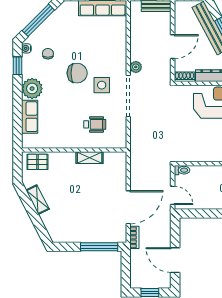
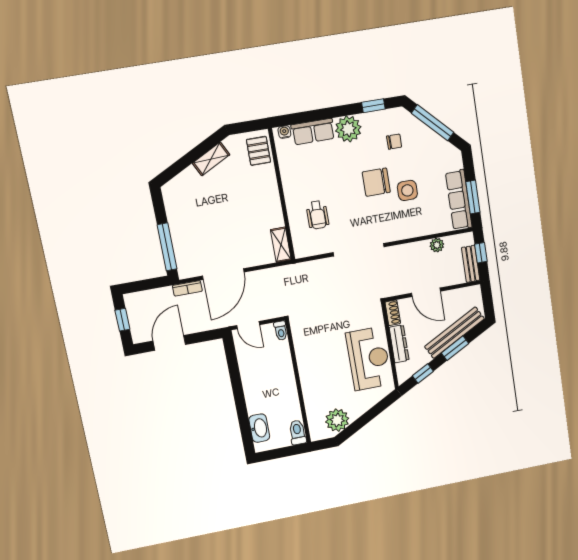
water cooler: (26, 48) -> (284, 132), moved
plant: (136, 67) -> (437, 245), moved
chair: (77, 73) -> (376, 182), turned 90
side table: (102, 85) -> (407, 190), moved
shelving: (90, 158) -> (281, 245), moved
door: (173, 195) -> (248, 325), hinge flipped
door: (128, 207) -> (223, 274), hinge flipped

